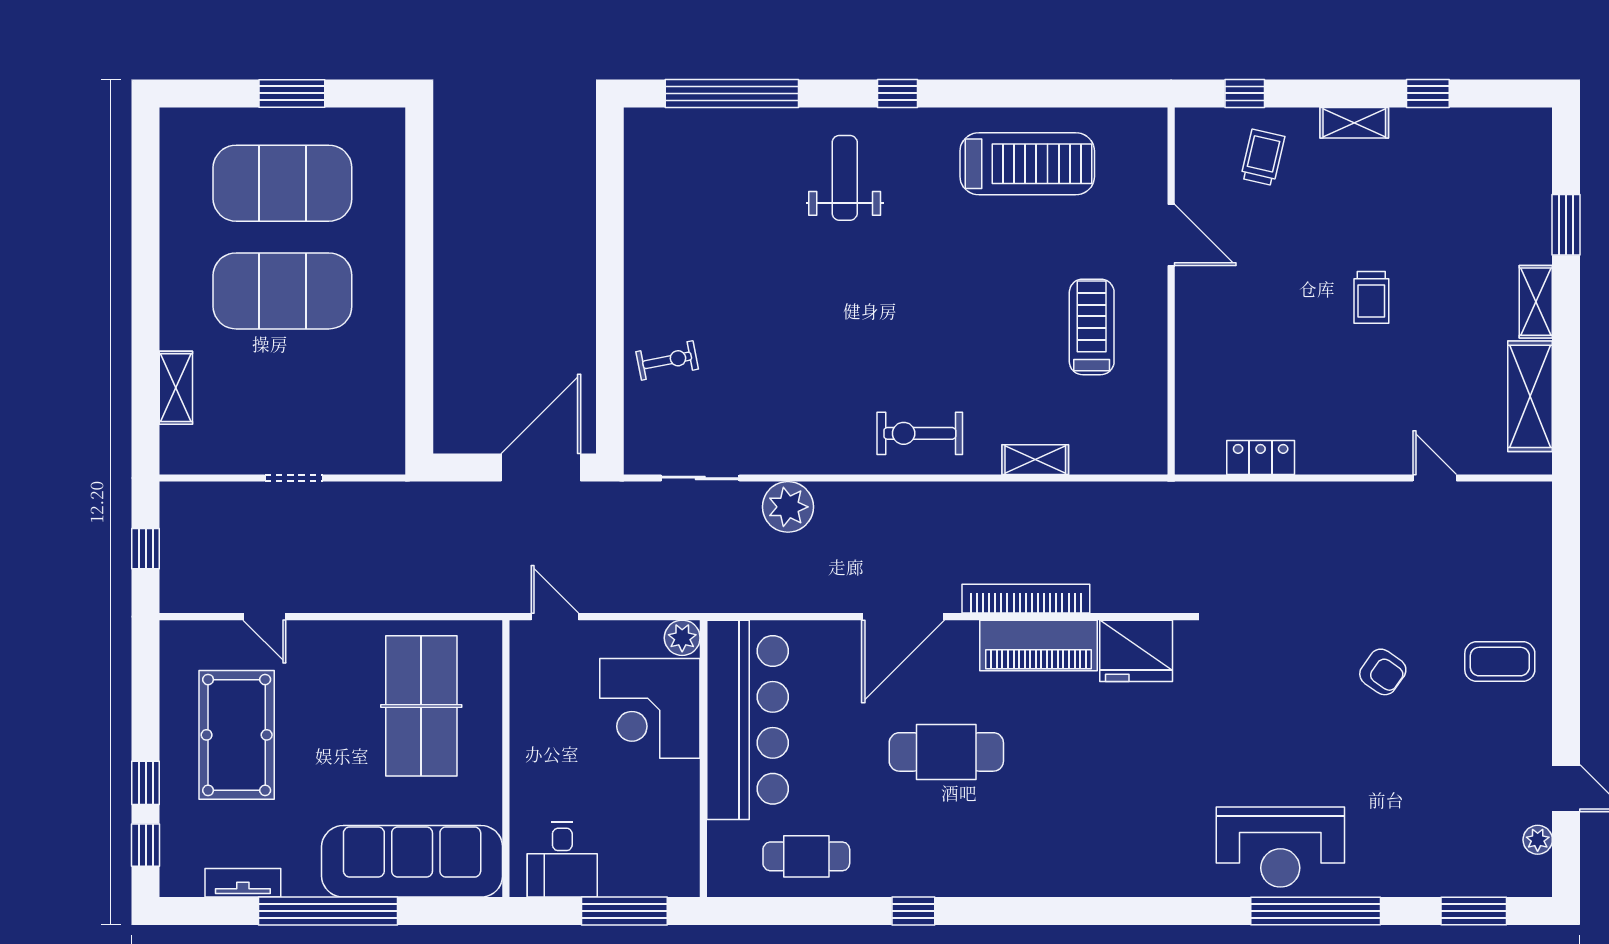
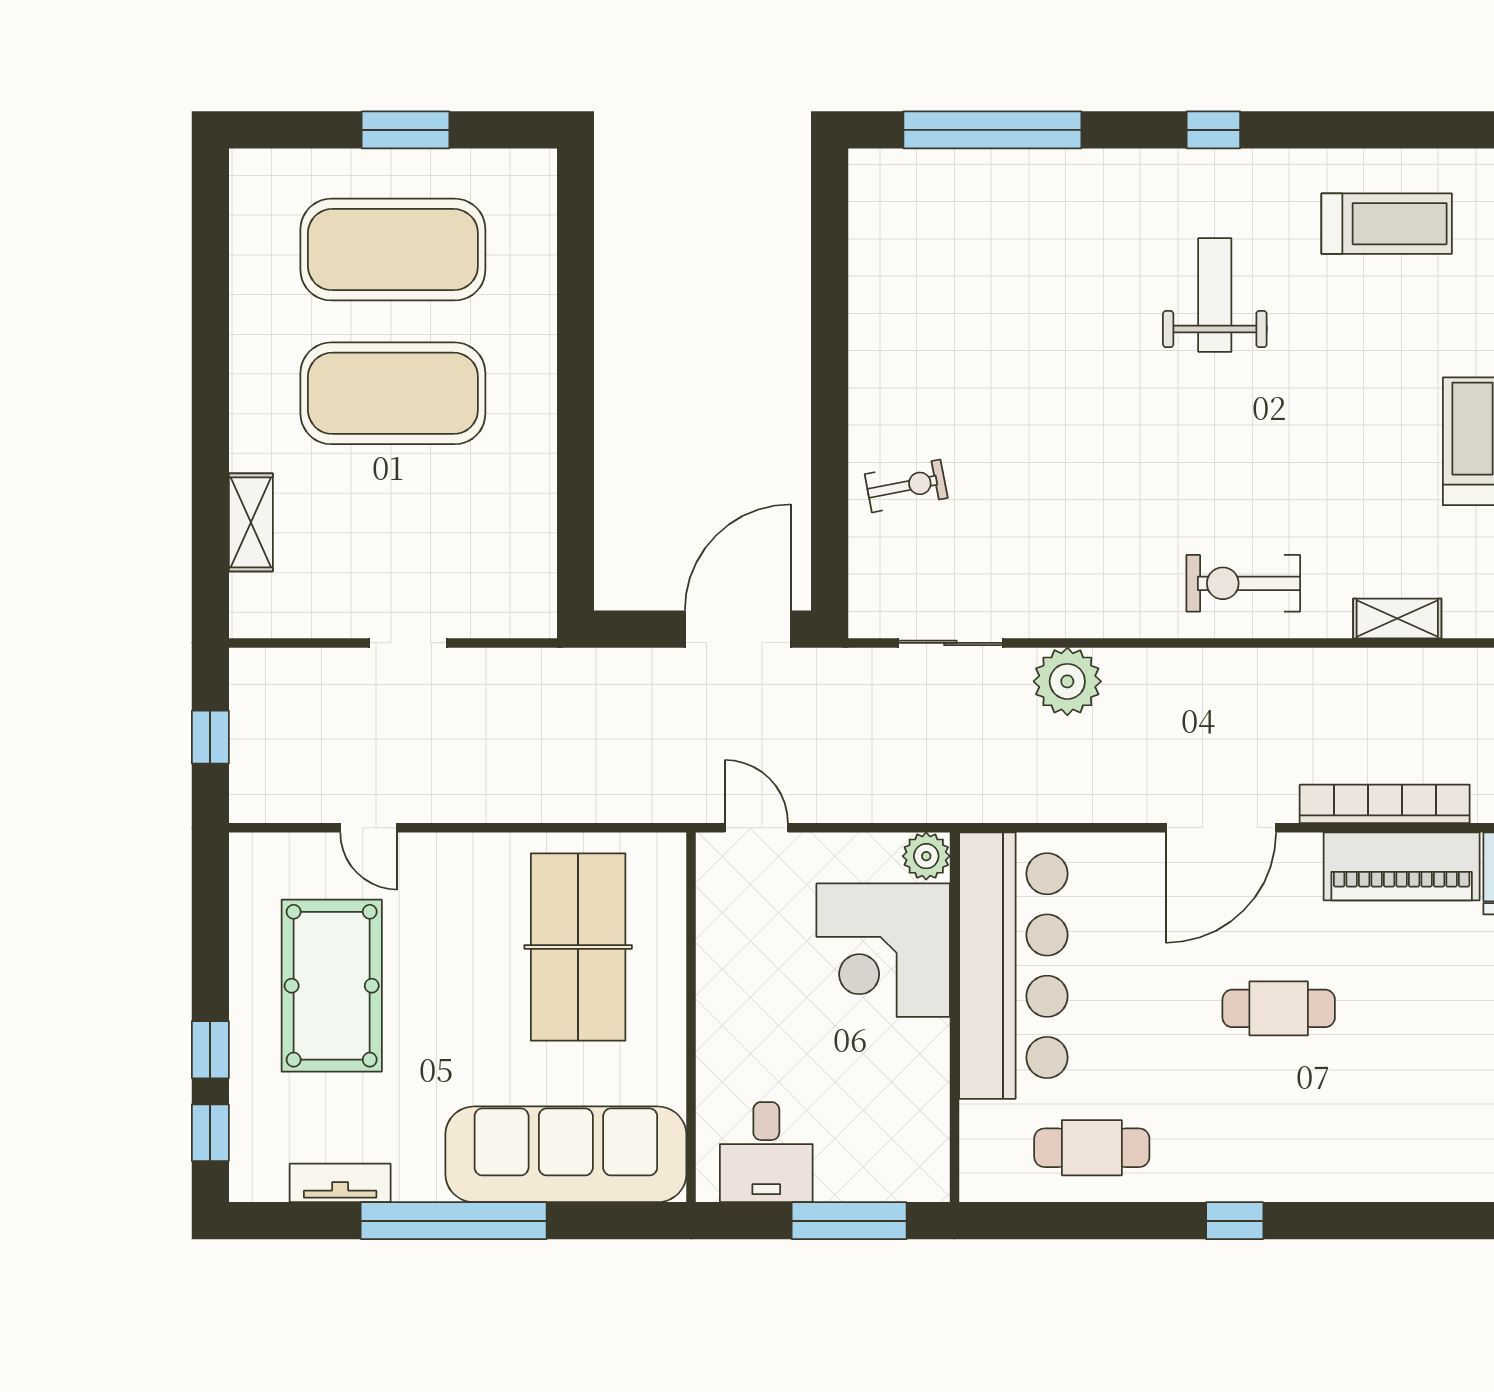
treadmill: (1027, 164) -> (1387, 224), width x0.73, depth x0.73
weight bench: (845, 178) -> (1215, 295), moved
cafe table: (946, 752) -> (1279, 1008), width x0.73, depth x0.74

